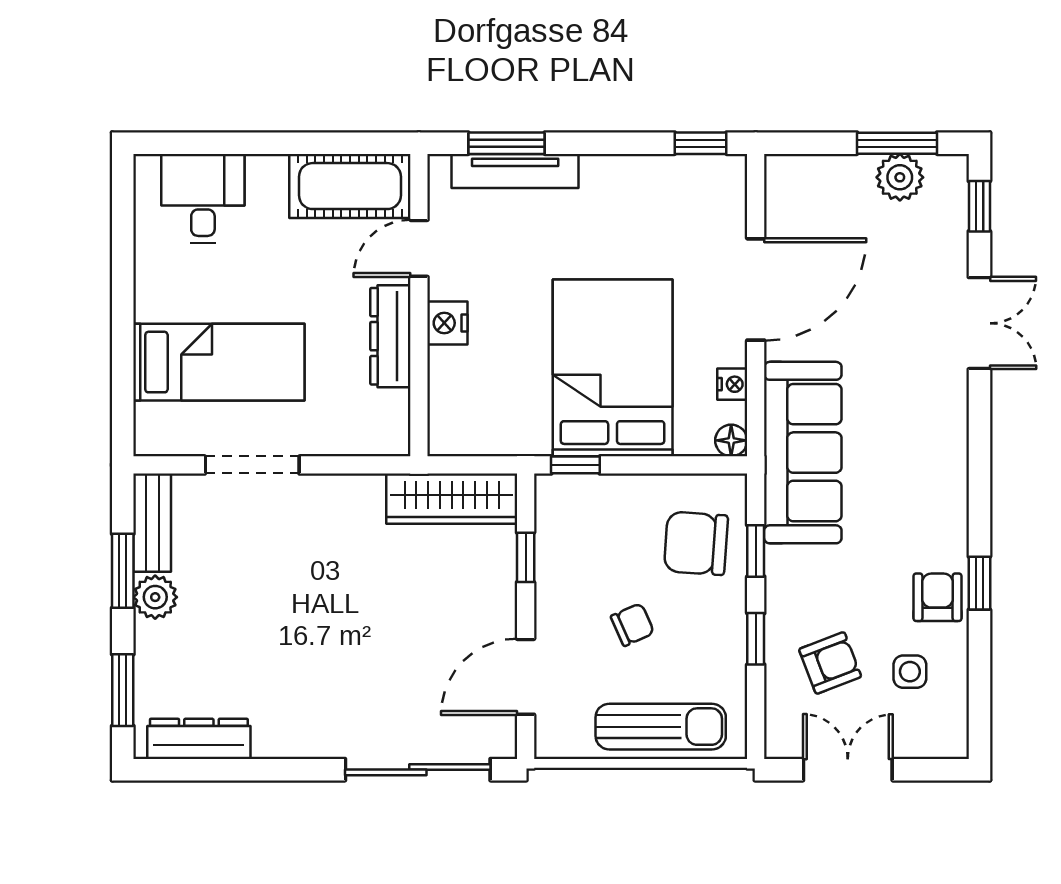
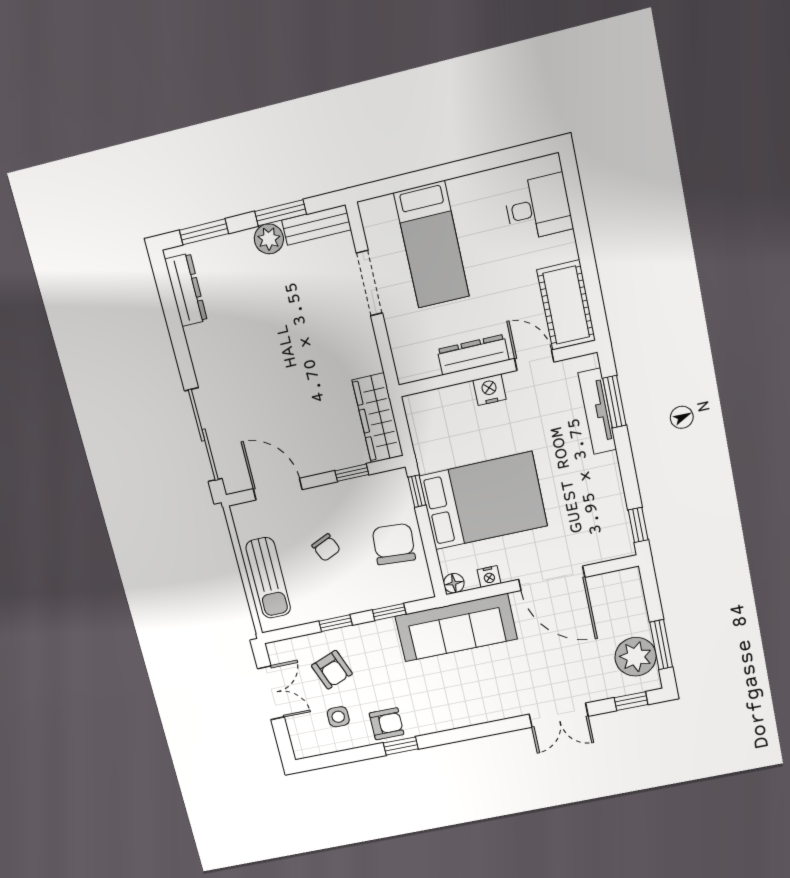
plant: (900, 177) -> (636, 657), width x1.36, depth x1.36
chair: (696, 543) -> (394, 544), moved

